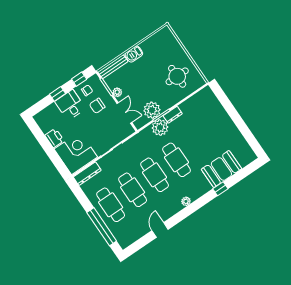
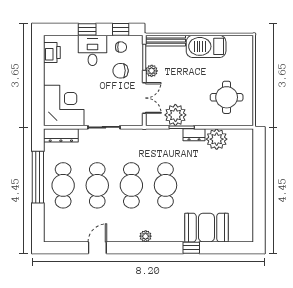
barbecue: (134, 54) -> (206, 46), width x1.88, depth x1.53
plant: (160, 127) -> (217, 139), moved
printer: (54, 138) -> (52, 52), moved
window: (102, 227) -> (38, 177), moved

